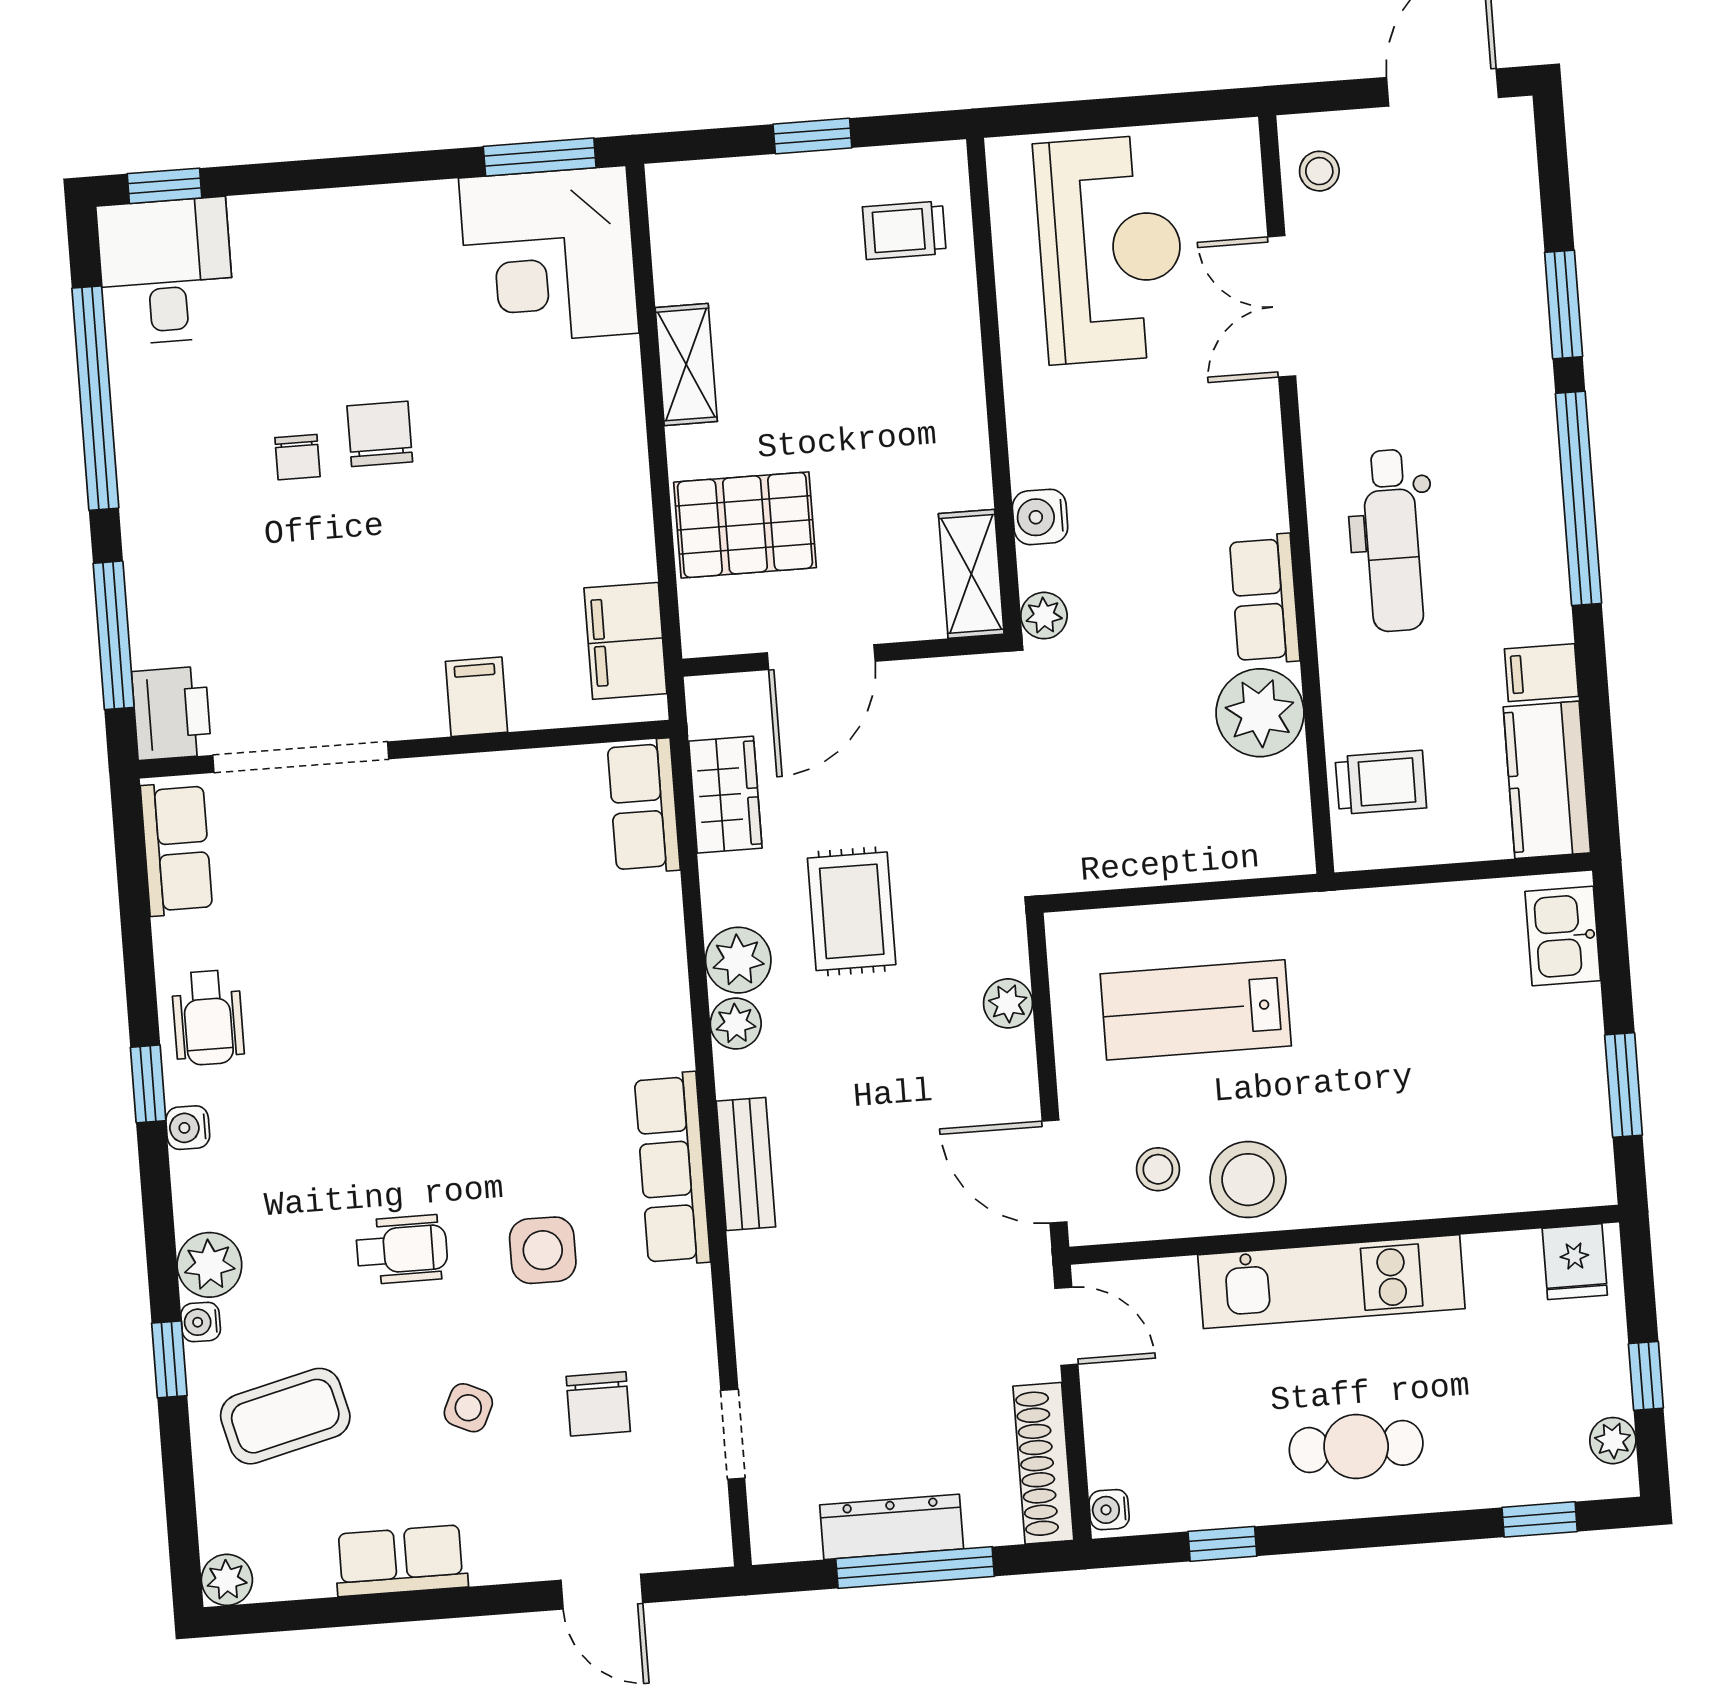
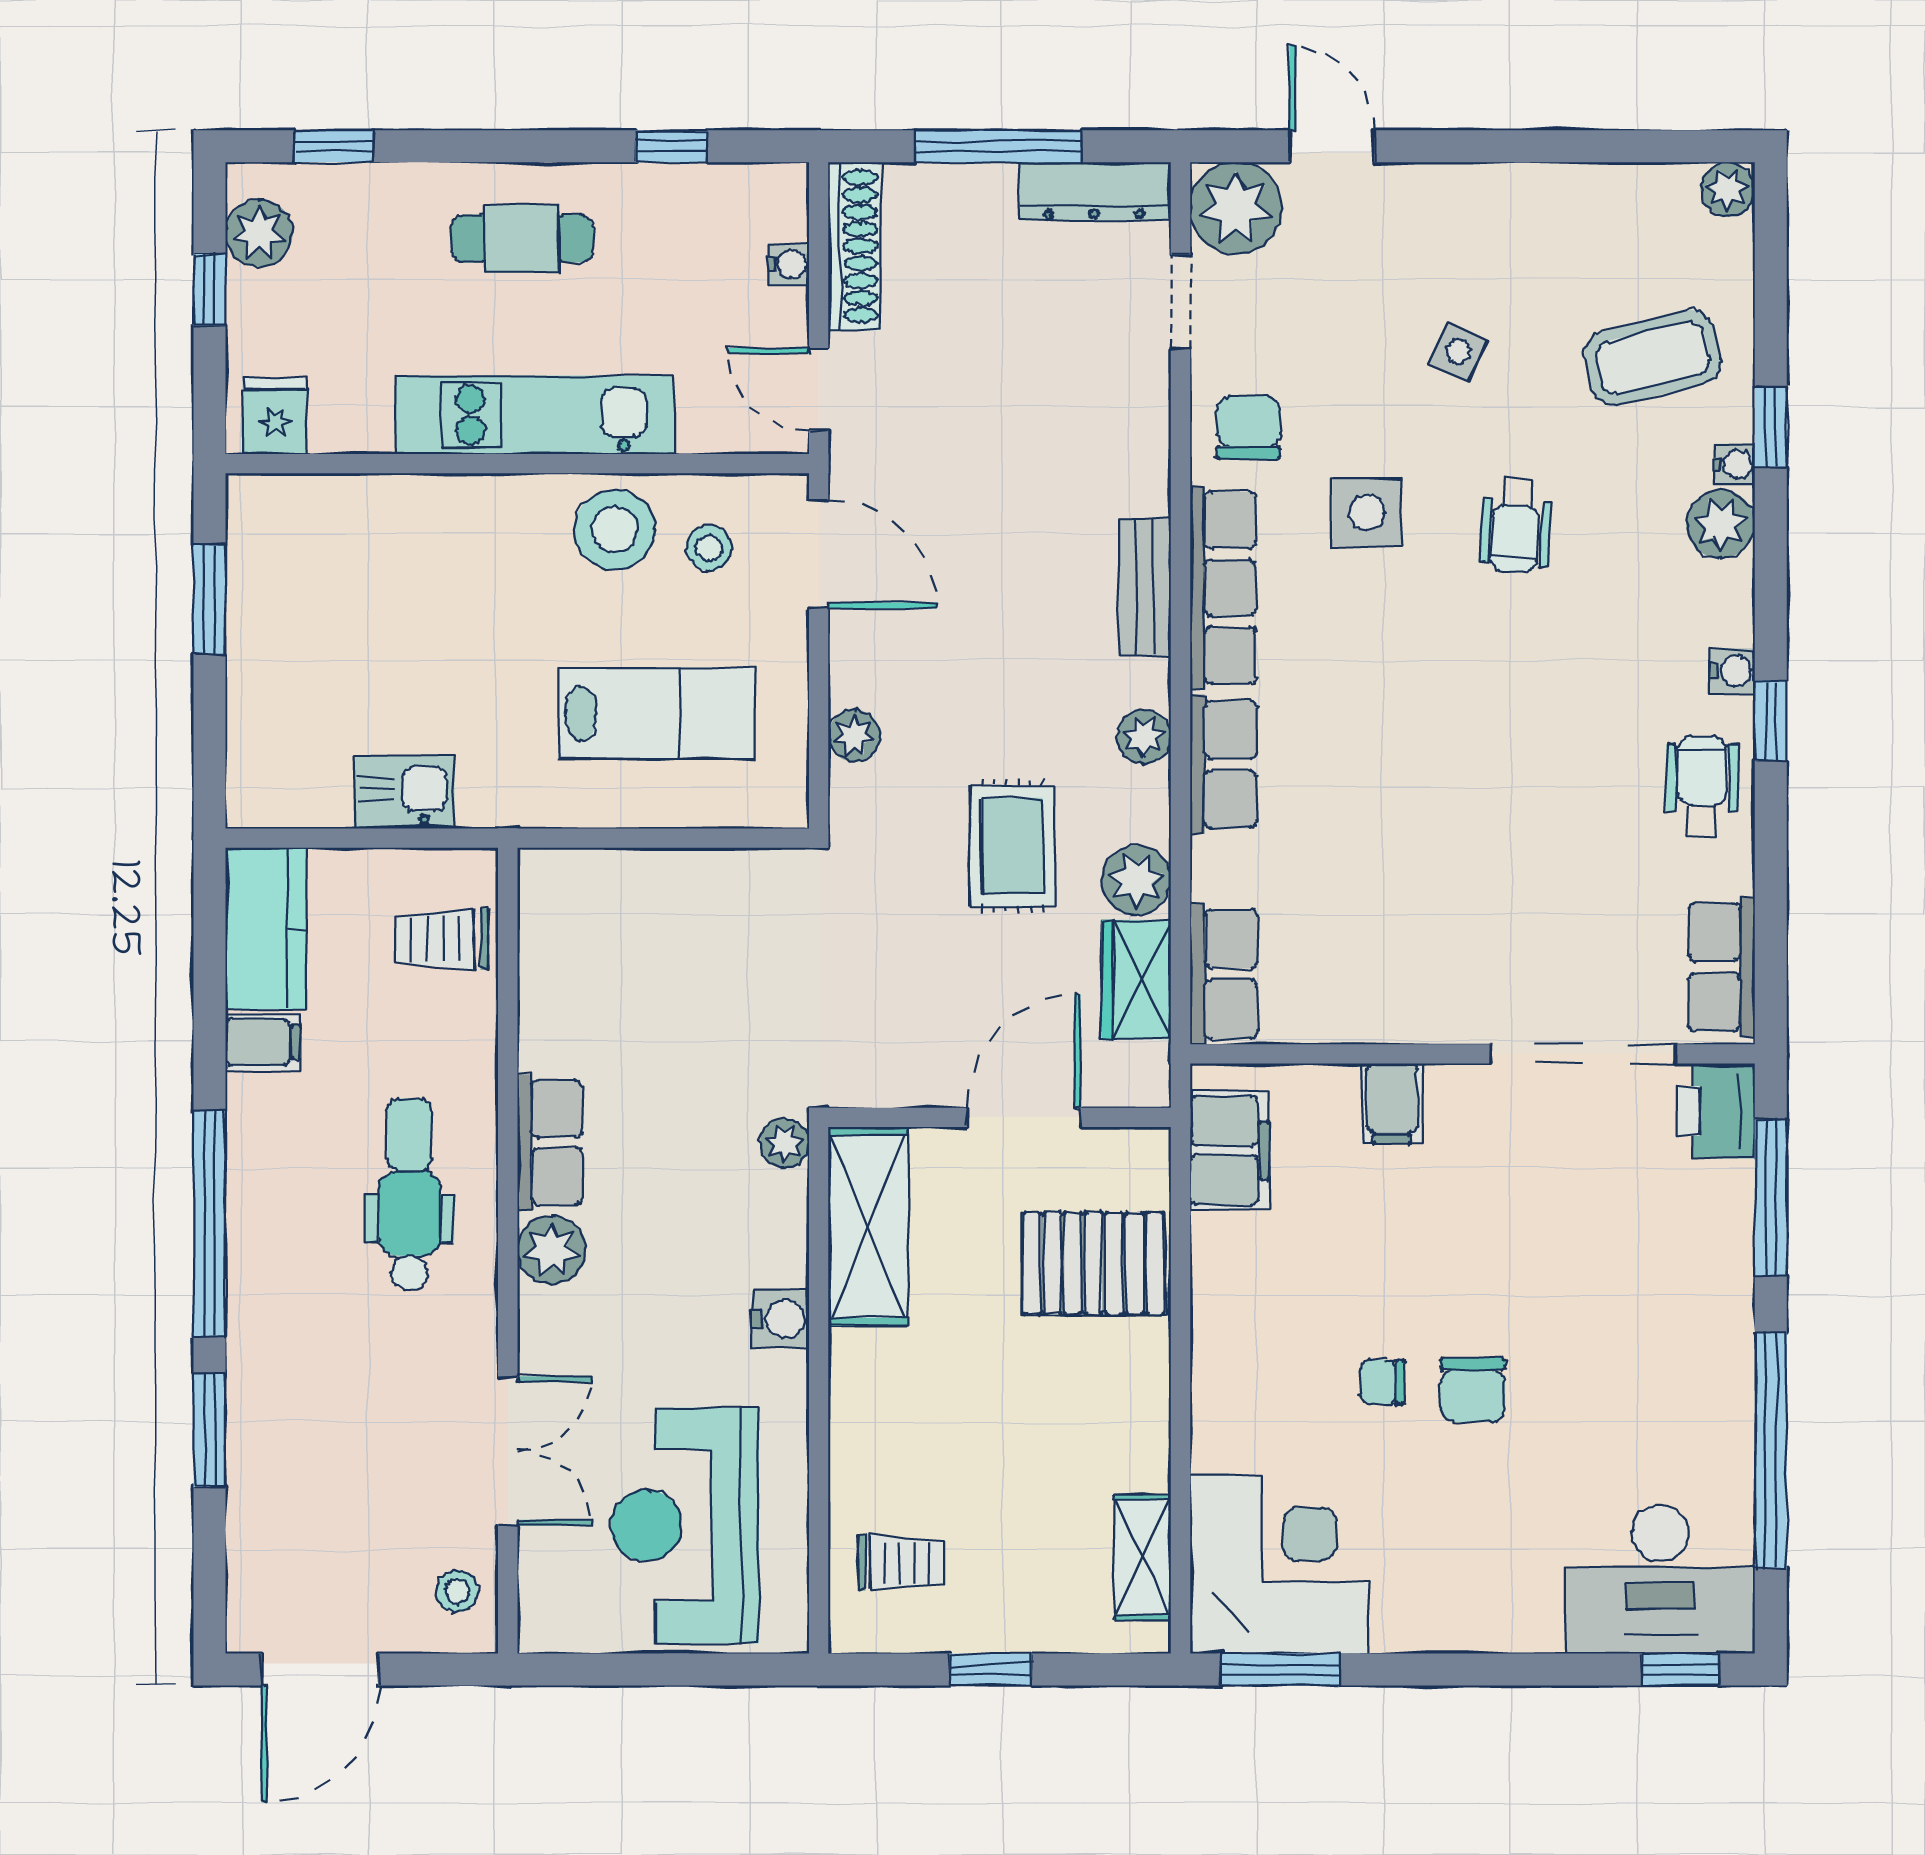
desk: (166, 271) -> (1660, 1579), width x1.37
shelving: (686, 365) -> (1143, 1557), moved
chair: (297, 457) -> (1382, 1382), moved, turned -90
water cooler: (1040, 517) -> (781, 1319), moved
shelving: (971, 574) -> (868, 1226), width x1.50, depth x1.33
plant: (1260, 713) -> (551, 1250), moved, width x0.73, depth x0.73
kitchen sink: (1563, 936) -> (404, 792), moved, turned -90
plant: (738, 960) -> (1136, 880), moved
wheelchair: (402, 1250) -> (1516, 525), turned -86
chair: (598, 1404) -> (1248, 427), moved
plant: (1613, 1441) -> (259, 233), width x1.38, depth x1.38
water cooler: (1109, 1510) -> (788, 264), moved
plant: (687, 1527) -> (1236, 208), added
dresser: (892, 1527) -> (1094, 191), moved
row of seats: (401, 1561) -> (1223, 764), moved, turned -90

